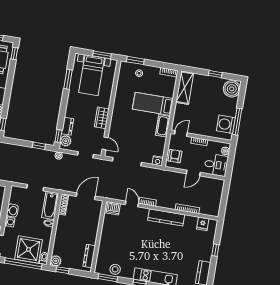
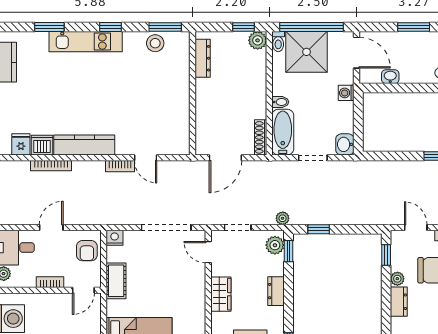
dresser: (68, 126) -> (276, 291), moved
cot: (163, 126) -> (116, 281), moved
dishwasher: (113, 208) -> (42, 145), moved
washbasin: (12, 211) -> (345, 144), moved

